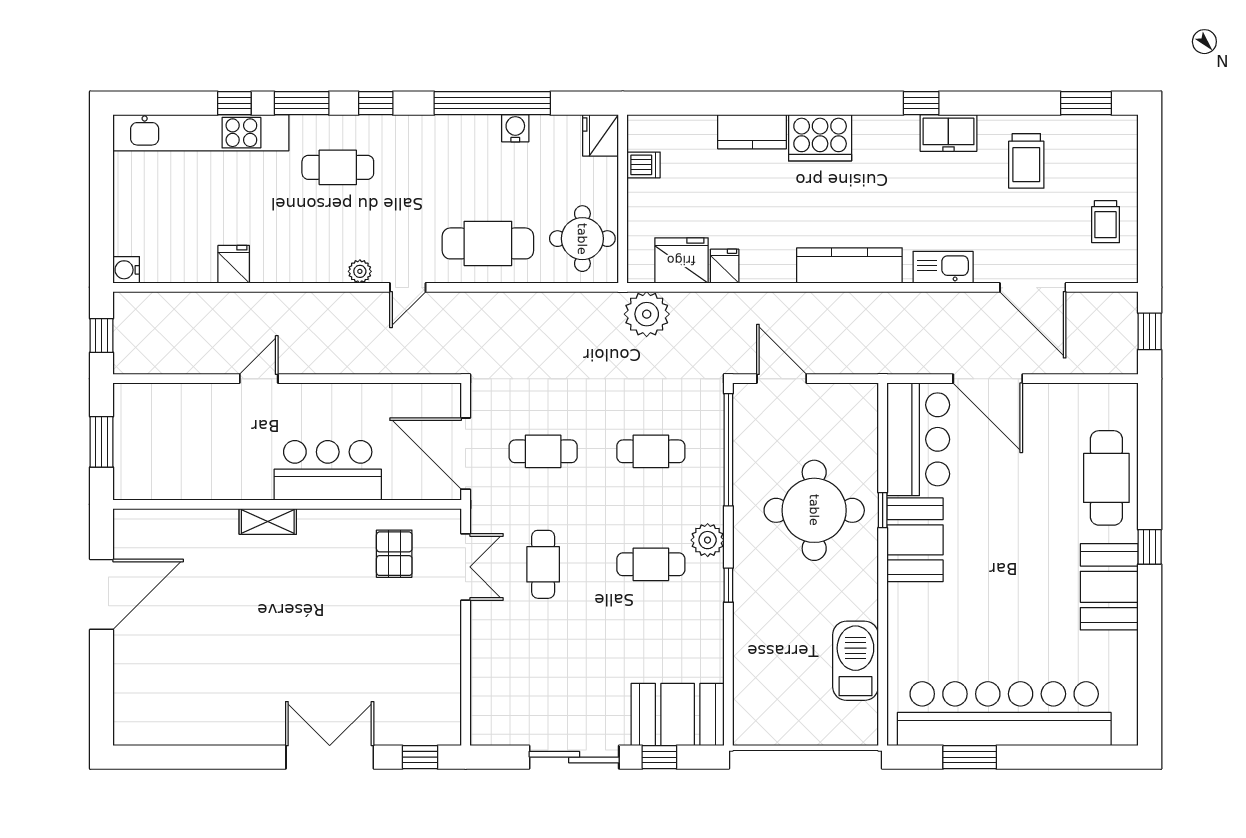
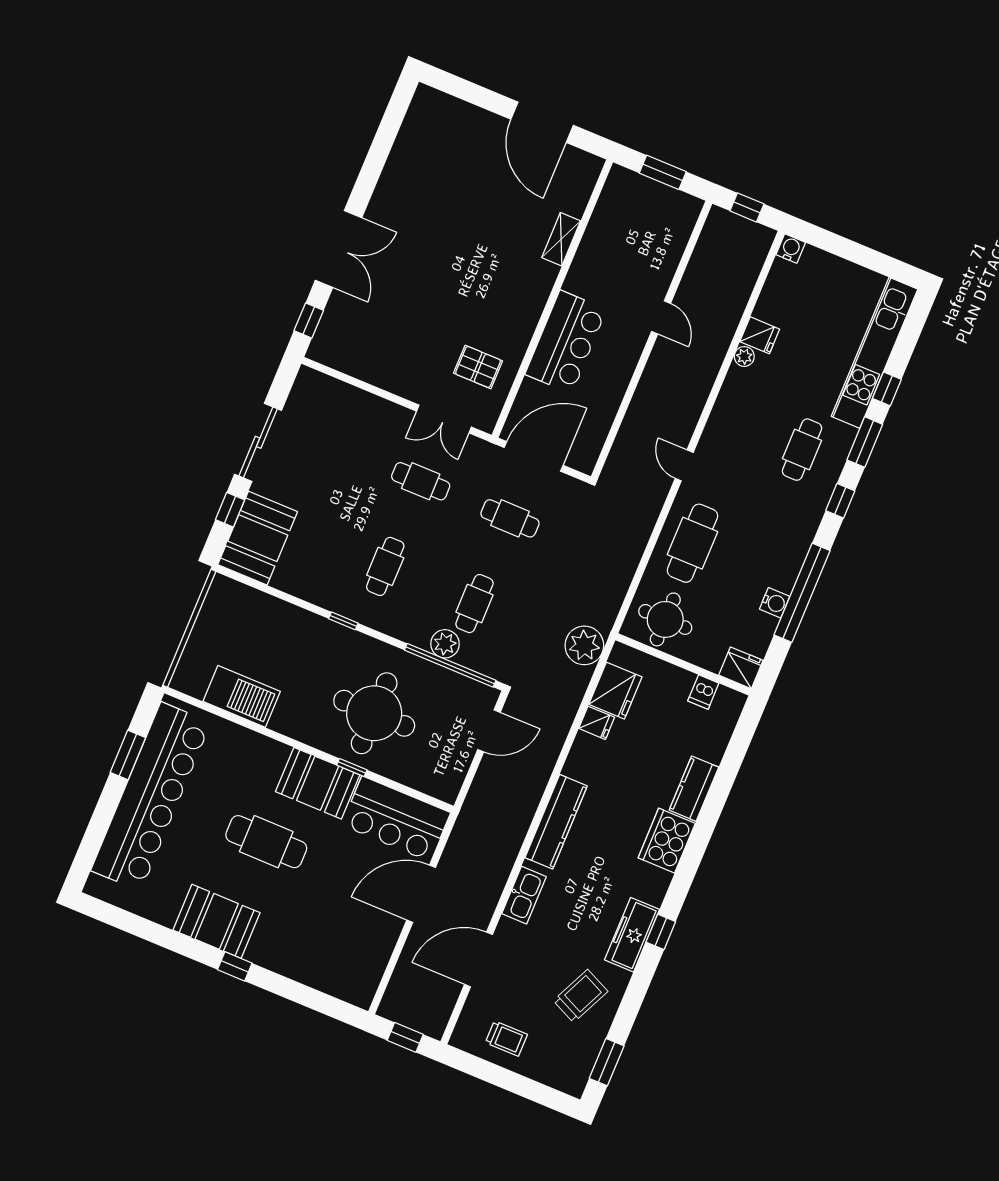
freezer: (948, 133) -> (632, 935), width x1.40
trolley: (1026, 161) -> (581, 996), turned 115
trolley: (1106, 222) -> (506, 1039), turned 180
plant: (360, 271) -> (744, 356), moved
cafe table: (543, 451) -> (510, 518), turned 90
cafe table: (1106, 478) -> (266, 842), moved
shelving: (268, 521) -> (561, 239), moved
plant: (708, 540) -> (445, 644), moved

